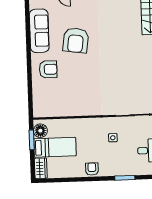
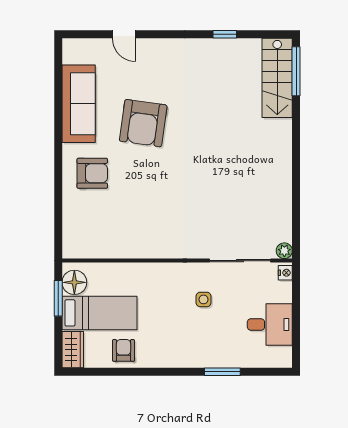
armchair: (92, 169) -> (123, 350), moved

